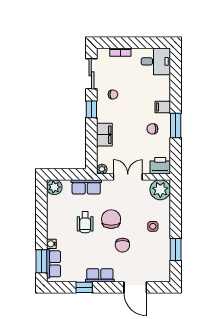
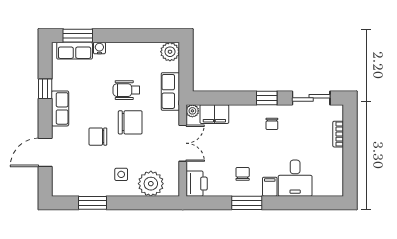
desk: (156, 61) -> (295, 178), moved
chair: (113, 94) -> (272, 124), moved
filing cabinet: (104, 135) -> (214, 114), moved
plant: (160, 190) -> (151, 184), moved

